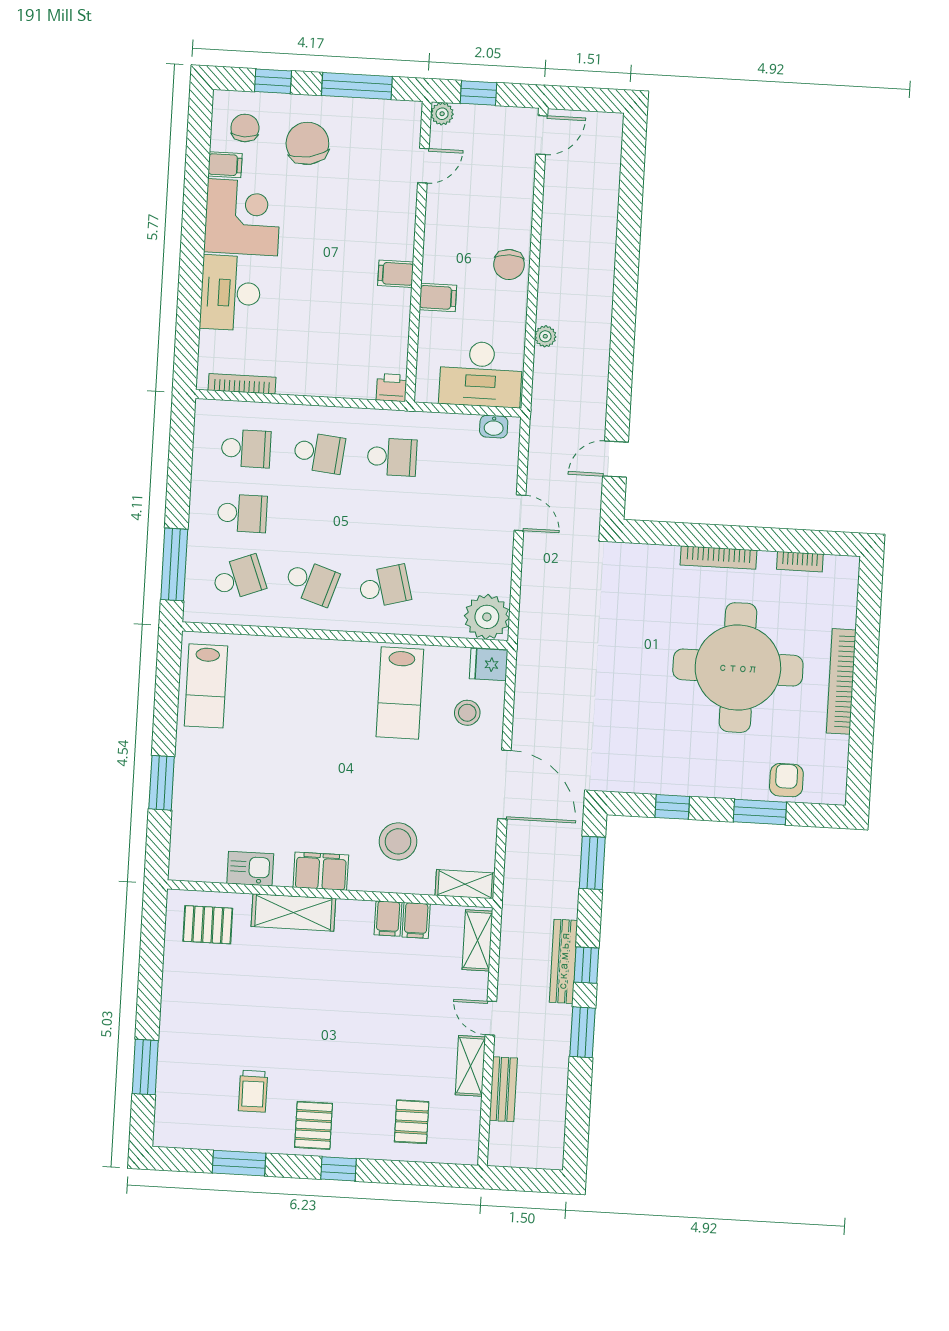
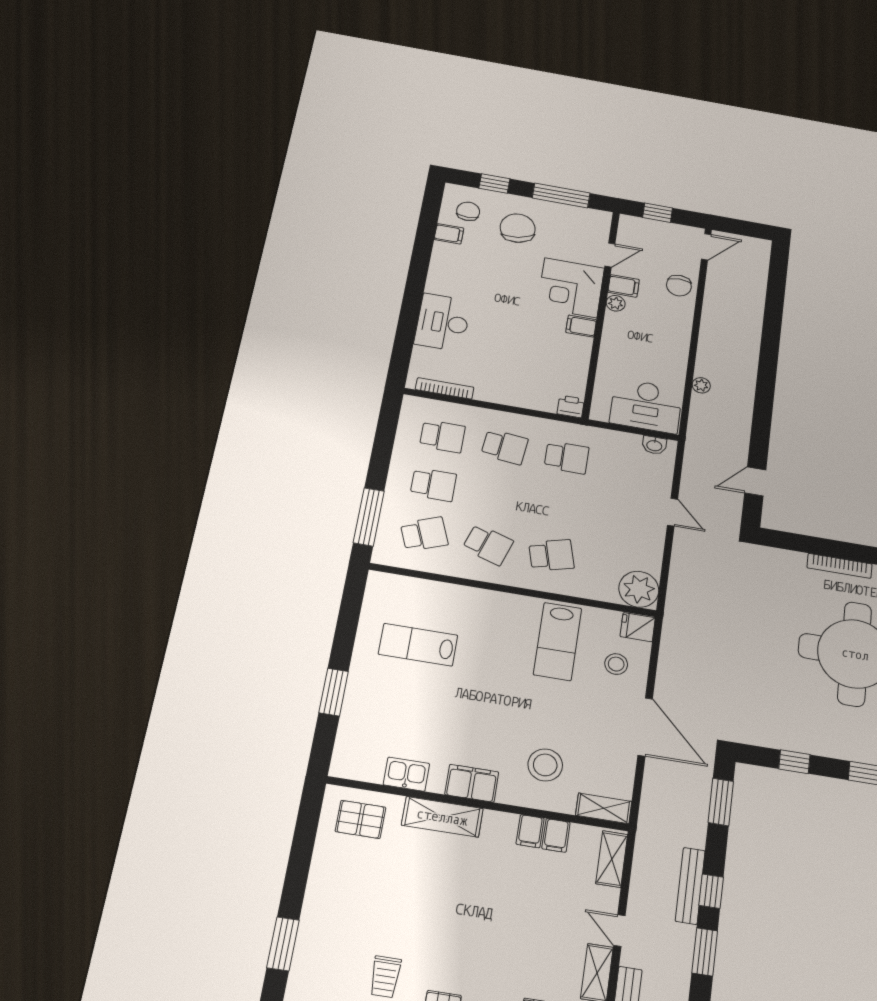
plant: (442, 114) -> (616, 303), moved
corner desk: (243, 217) -> (571, 288), moved, turned 180
chair: (509, 264) -> (679, 286), moved
filing cabinet: (438, 298) -> (624, 286), moved
lab bench: (206, 686) -> (418, 645), moved, turned 90

